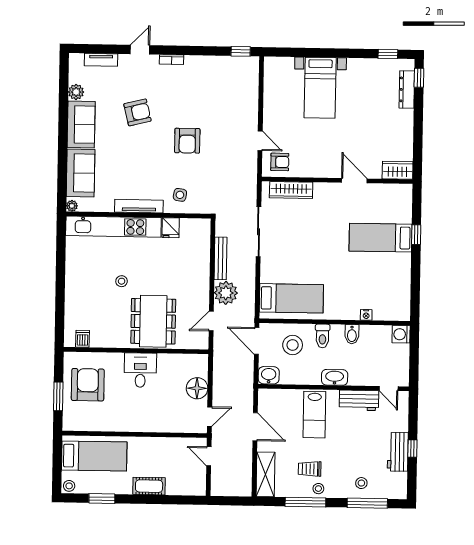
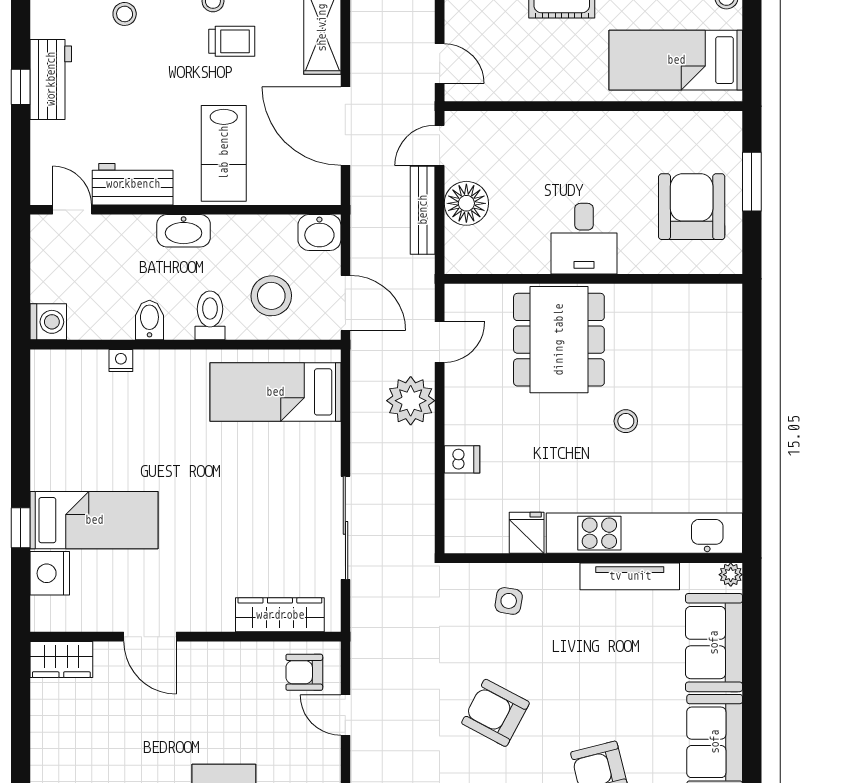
armchair: (187, 141) -> (496, 713), turned -62
tv unit: (139, 206) -> (630, 576), moved
nightstand: (402, 212) -> (50, 573), added
bench: (221, 258) -> (423, 210), moved
dishwasher: (82, 339) -> (462, 459), moved, turned -90
armchair: (88, 385) -> (692, 207), turned 180
lab bench: (314, 415) -> (224, 153), turned 180
door: (255, 427) -> (345, 126), width x1.36

